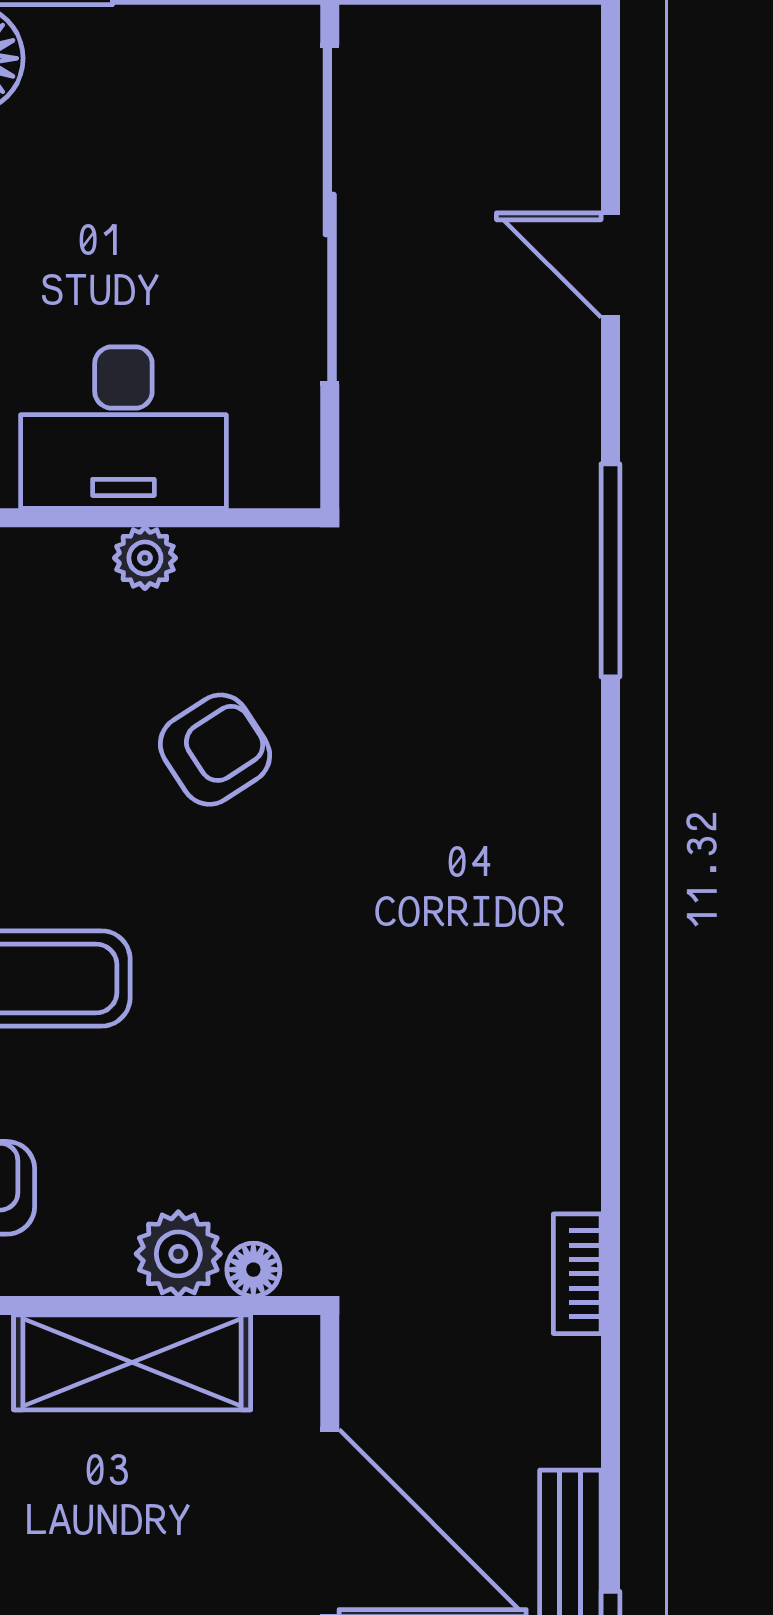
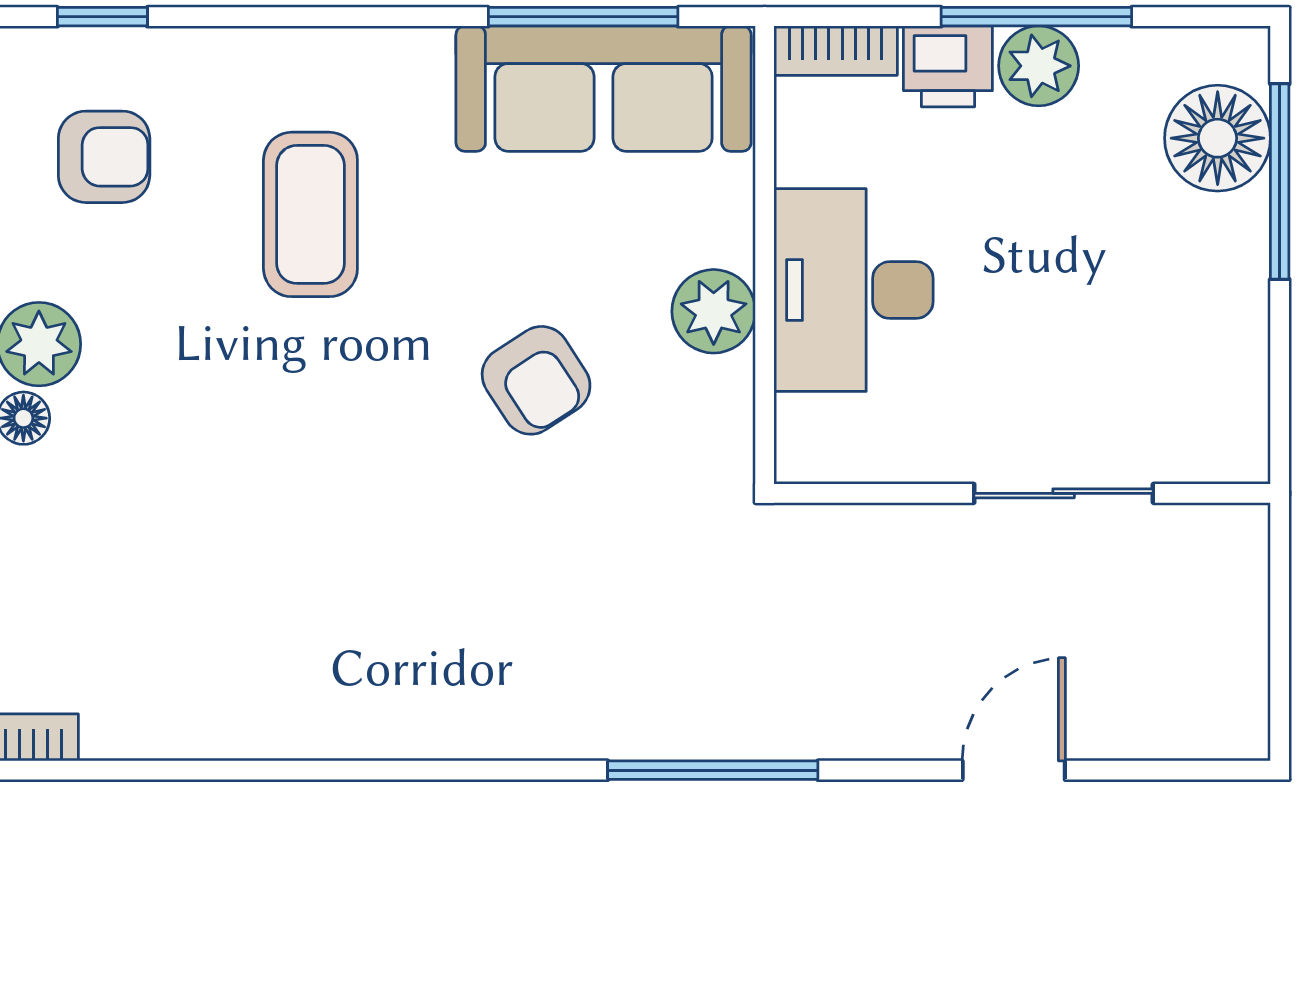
sliding door: (330, 215) -> (1064, 493), width x0.54
plant: (145, 558) -> (714, 311), width x1.38, depth x1.38

